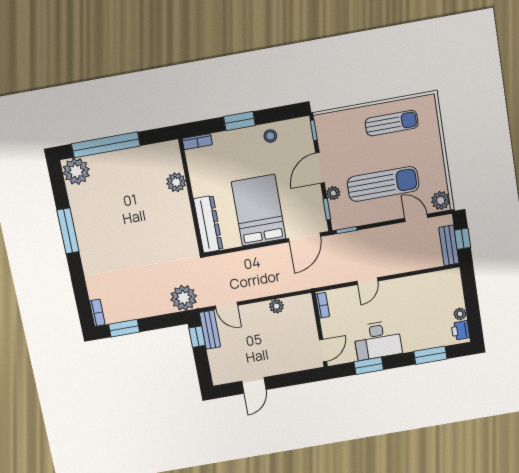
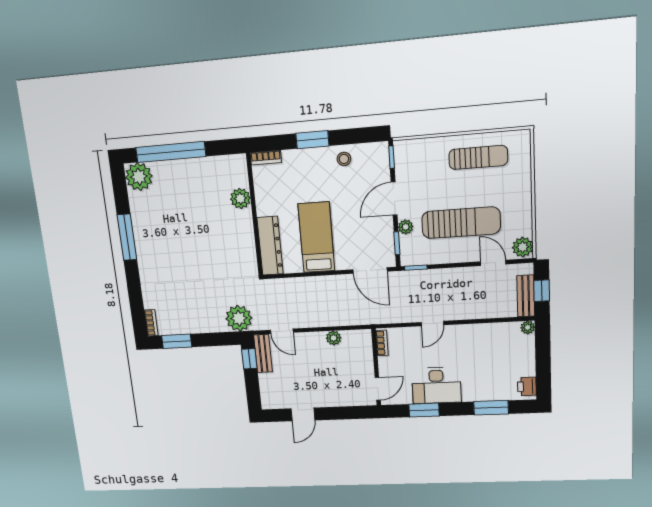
bed: (259, 210) -> (316, 237), width x0.67
door: (305, 237) -> (370, 270), hinge flipped
plant: (460, 314) -> (528, 327), moved

